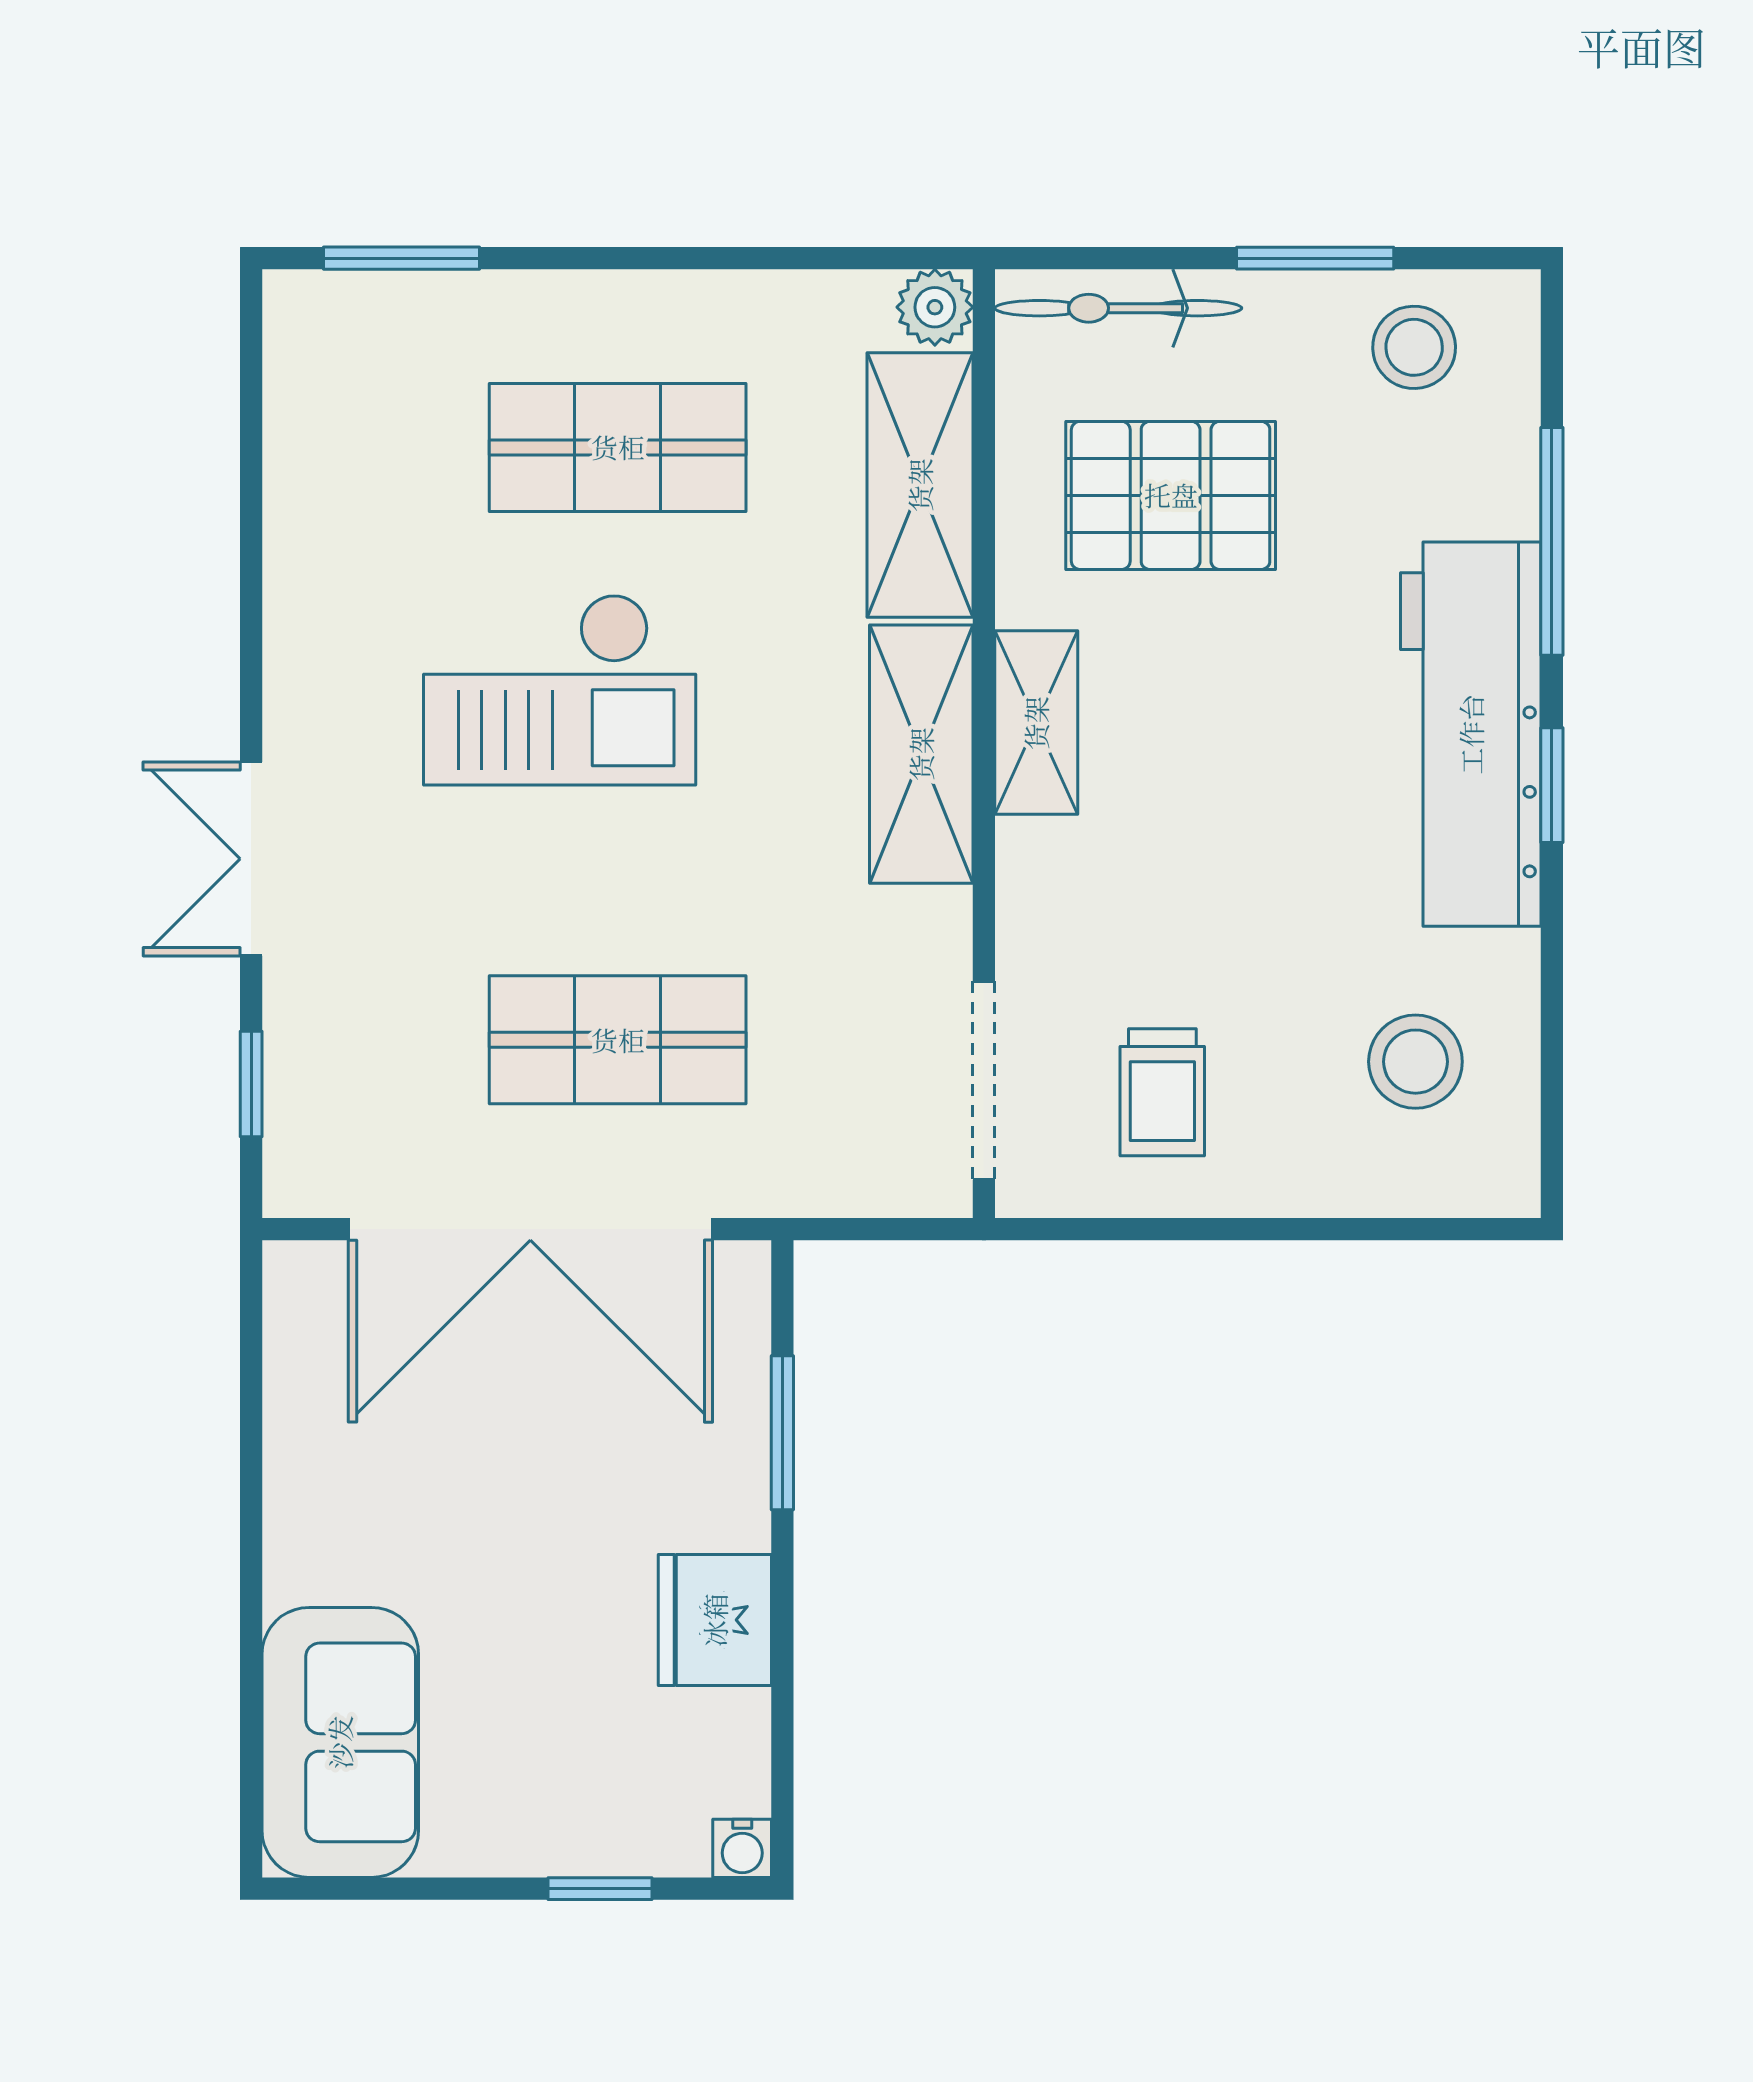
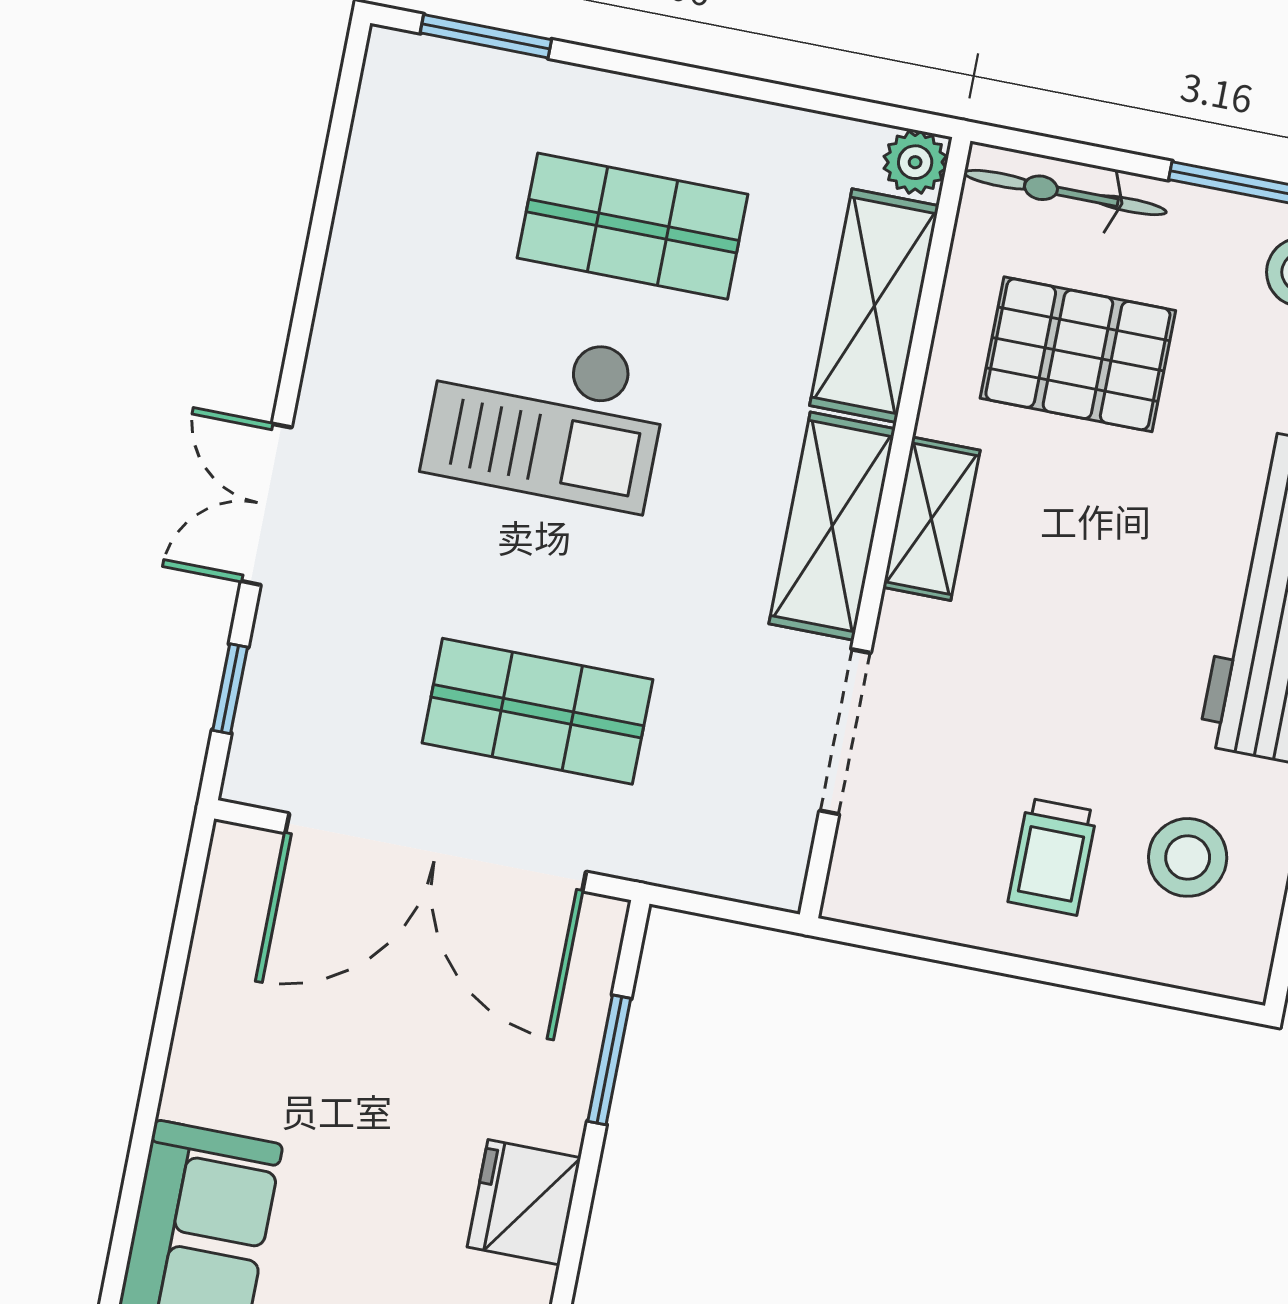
doorway: (984, 1080) -> (845, 732), moved
trolley: (1162, 1092) -> (1052, 857), moved

